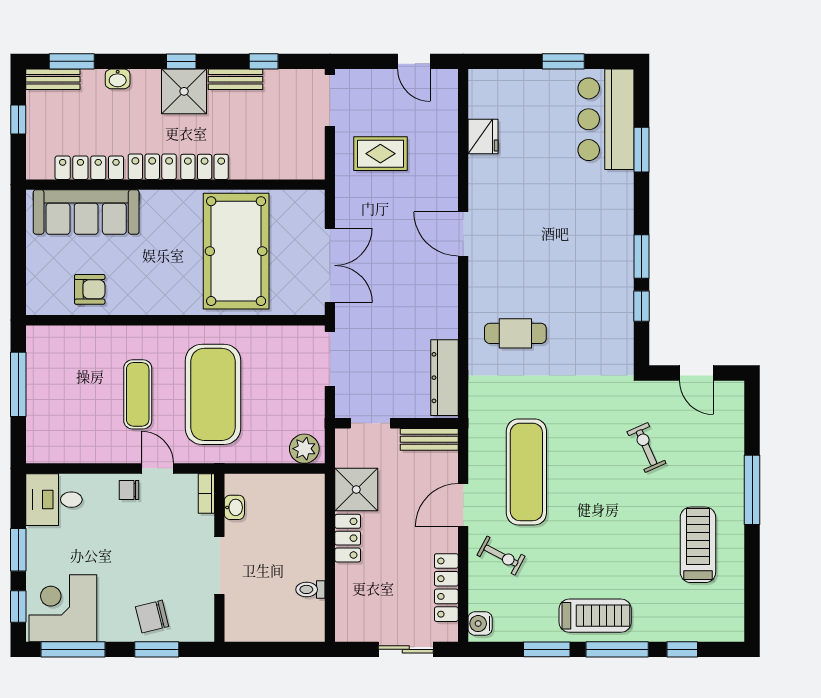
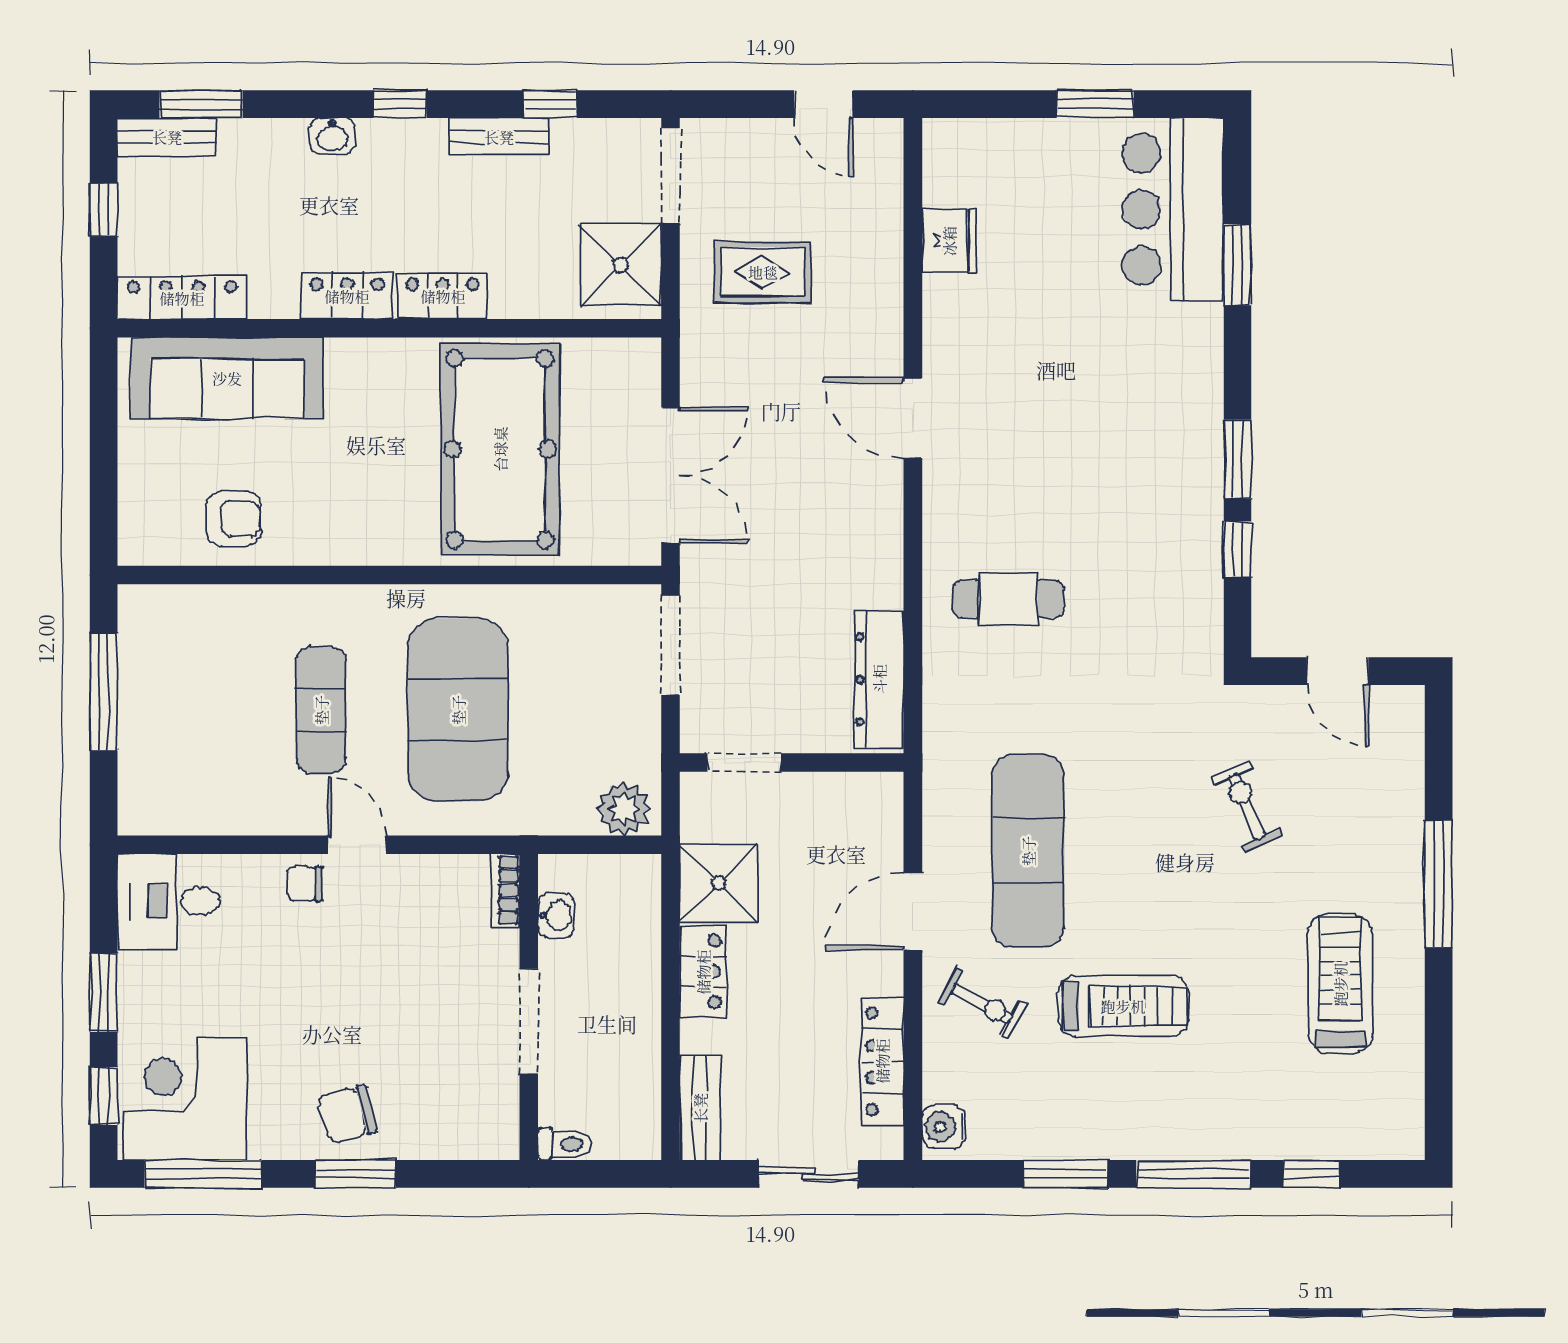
washbasin: (118, 79) -> (332, 136), moved
shower: (184, 91) -> (621, 265), moved
locker: (89, 168) -> (182, 298), moved
bench: (429, 439) -> (700, 1108), moved, turned 90
bookcase: (206, 493) -> (505, 890), moved
washbasin: (234, 507) -> (556, 916), moved
wall: (219, 558) -> (529, 1007), moved
doorway: (219, 566) -> (529, 1021), moved
toilet: (310, 589) -> (564, 1144), moved, turned 180
treadmill: (595, 616) -> (1123, 1006), moved

